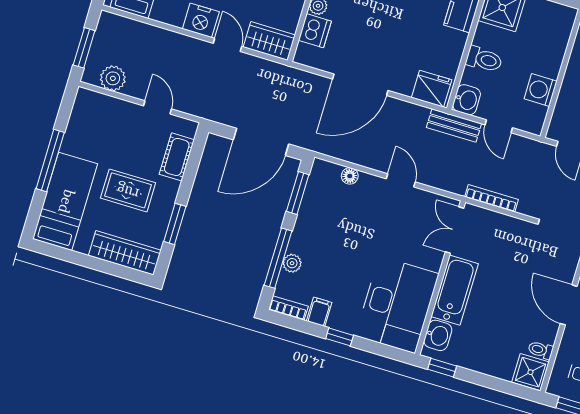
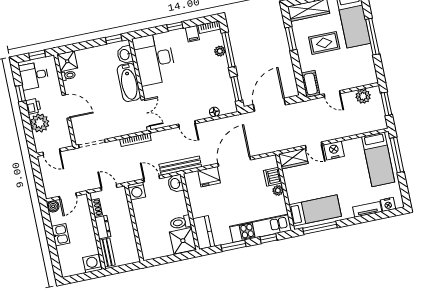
toilet: (484, 59) -> (181, 222), moved
fridge: (432, 89) -> (209, 177), moved
washing machine: (541, 90) -> (137, 191), moved, turned 90
bench: (454, 126) -> (180, 166), width x1.36
cot: (177, 157) -> (311, 84), moved

